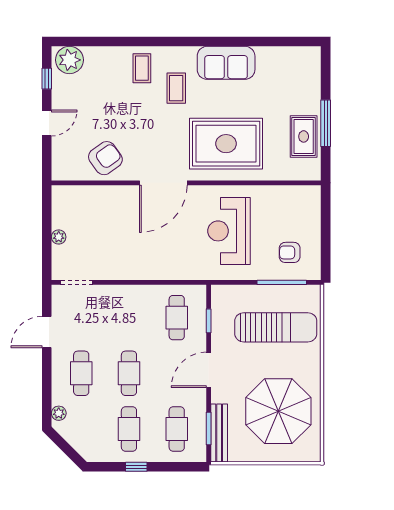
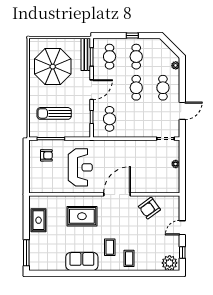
window: (326, 123) -> (26, 253), moved
rug: (226, 144) -> (82, 216), width x0.73, depth x0.69
sun lounger: (276, 327) -> (54, 113), width x0.73, depth x0.75

